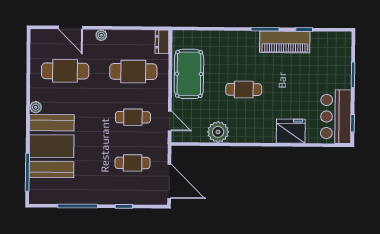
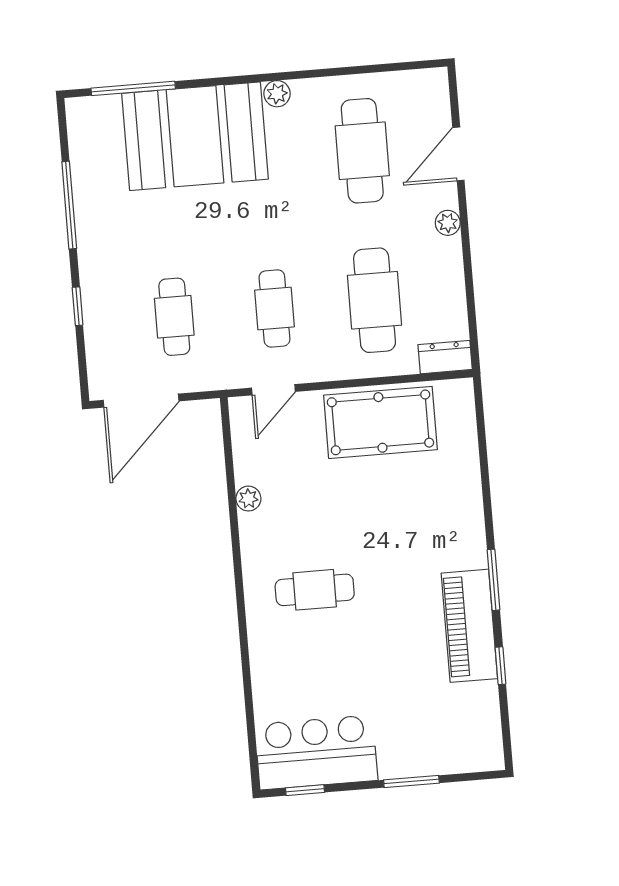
cafe table: (244, 89) -> (315, 590), moved, turned 90
fridge: (291, 131) -> (275, 657), removed
plant: (218, 132) -> (248, 499), width x0.53, depth x0.53

